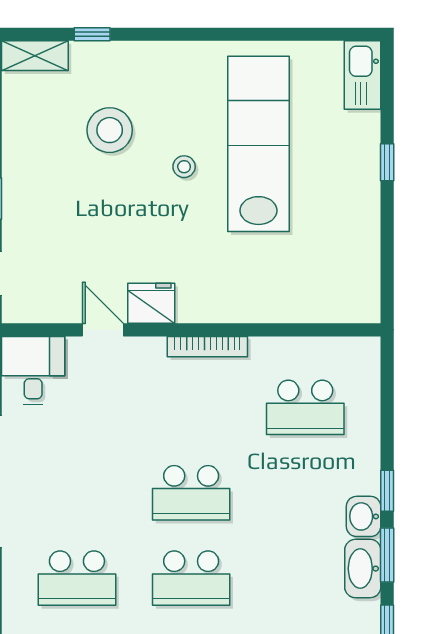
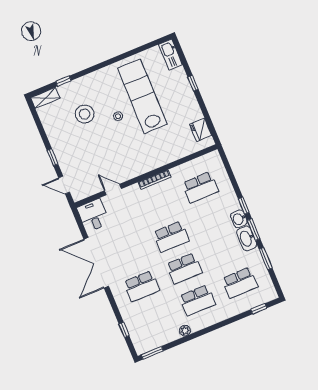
fridge: (151, 303) -> (201, 130), moved, turned -90

